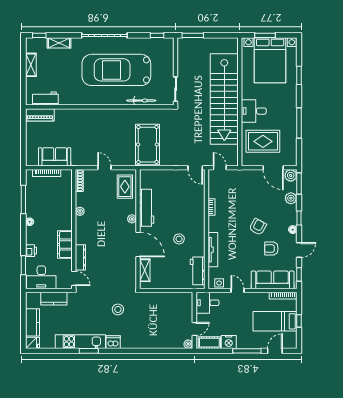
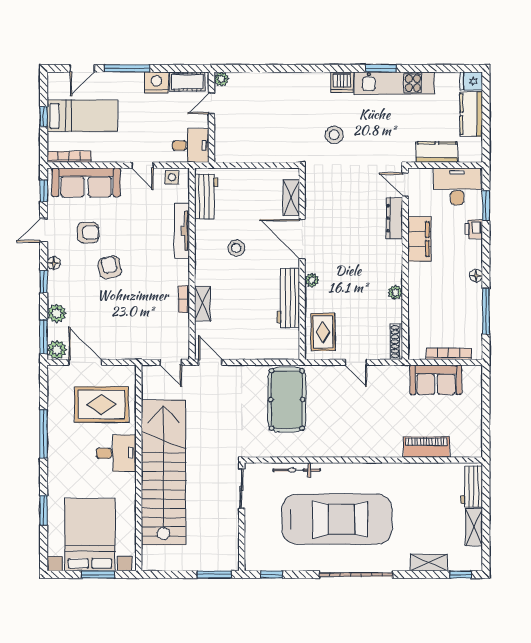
workbench: (45, 99) -> (472, 487), moved, turned 90
piano: (40, 115) -> (426, 447), moved
shelving: (200, 204) -> (203, 304), added
armchair: (258, 227) -> (110, 267), turned 137

